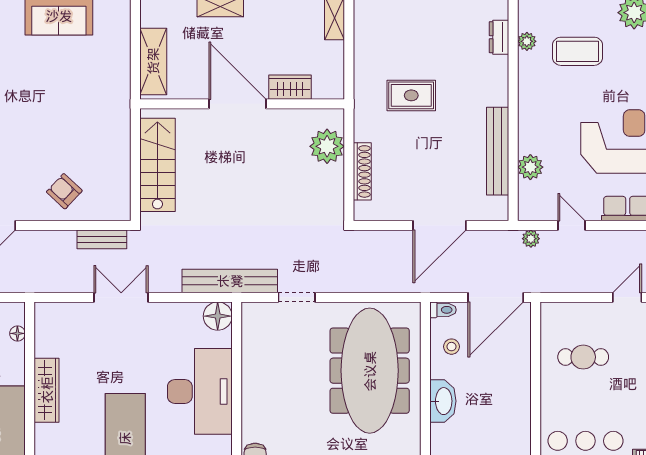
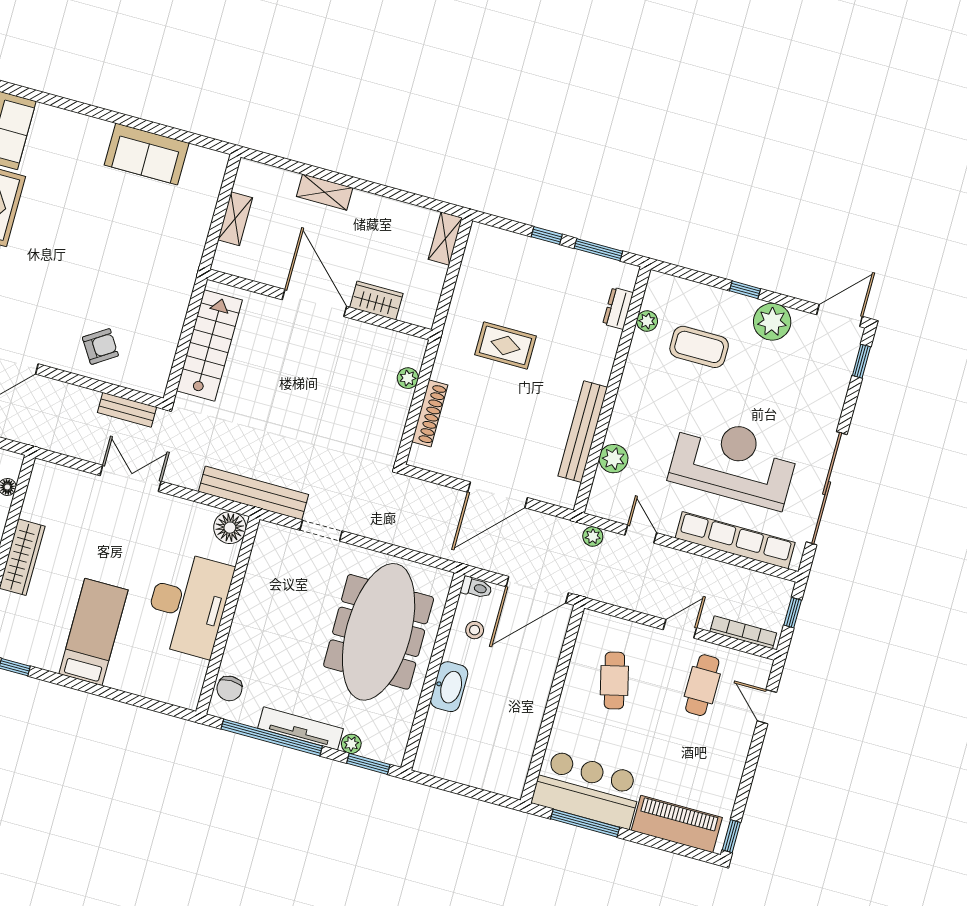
shelving: (153, 61) -> (235, 219), width x0.67, depth x0.75
plant: (327, 146) -> (408, 378), width x0.53, depth x0.53
armchair: (64, 191) -> (100, 346), turned 104
cafe table: (583, 357) -> (614, 680), turned 76

